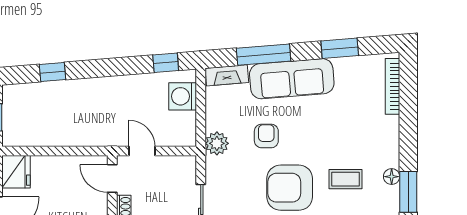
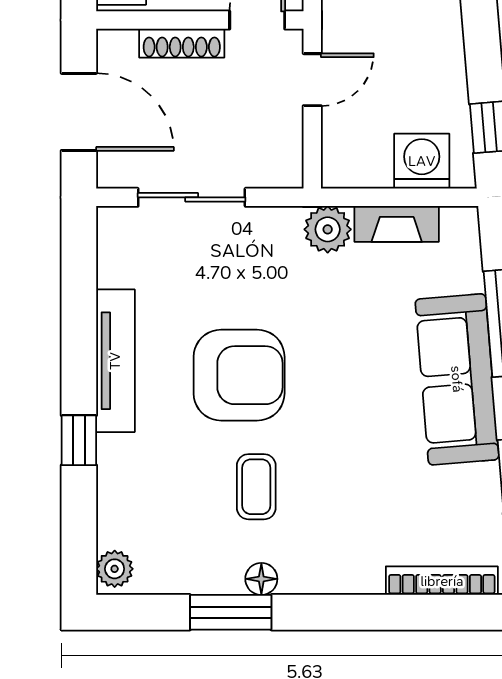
fireplace: (227, 75) -> (397, 224), moved, turned -85
armchair: (266, 136) -> (342, 328), removed
armchair: (290, 188) -> (239, 375), turned 90

